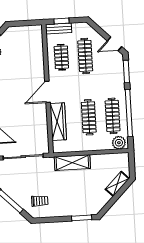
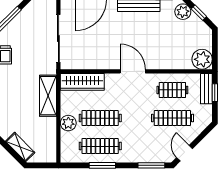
plant: (34, 34) -> (202, 59), added
window: (129, 113) -> (102, 165), width x0.47
wardrobe: (58, 122) -> (82, 82), moved
plant: (119, 143) -> (68, 123), moved

